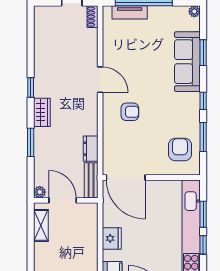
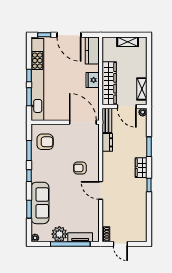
plant: (159, 17) -> (59, 234), added
armchair: (180, 150) -> (45, 142), turned -90
wardrobe: (88, 234) -> (109, 83), added

